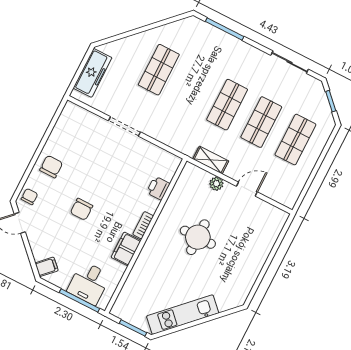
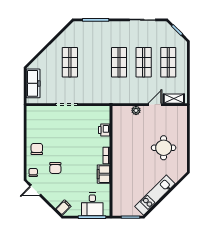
shelving: (211, 160) -> (174, 99), moved
chair: (82, 209) -> (55, 168), moved
round table: (198, 237) -> (164, 148), moved

